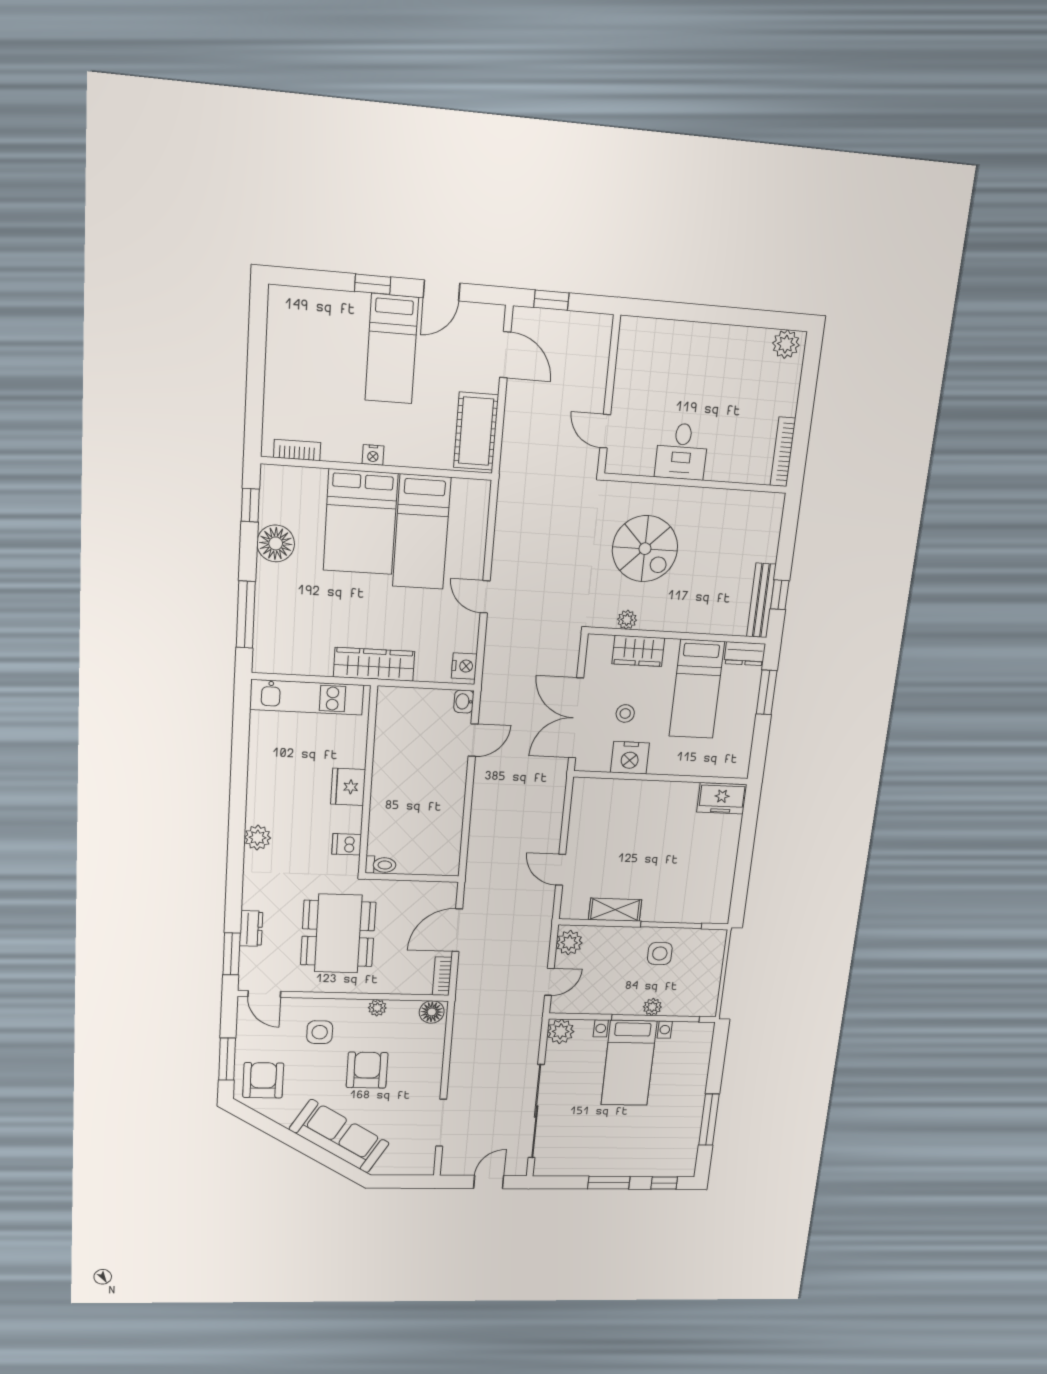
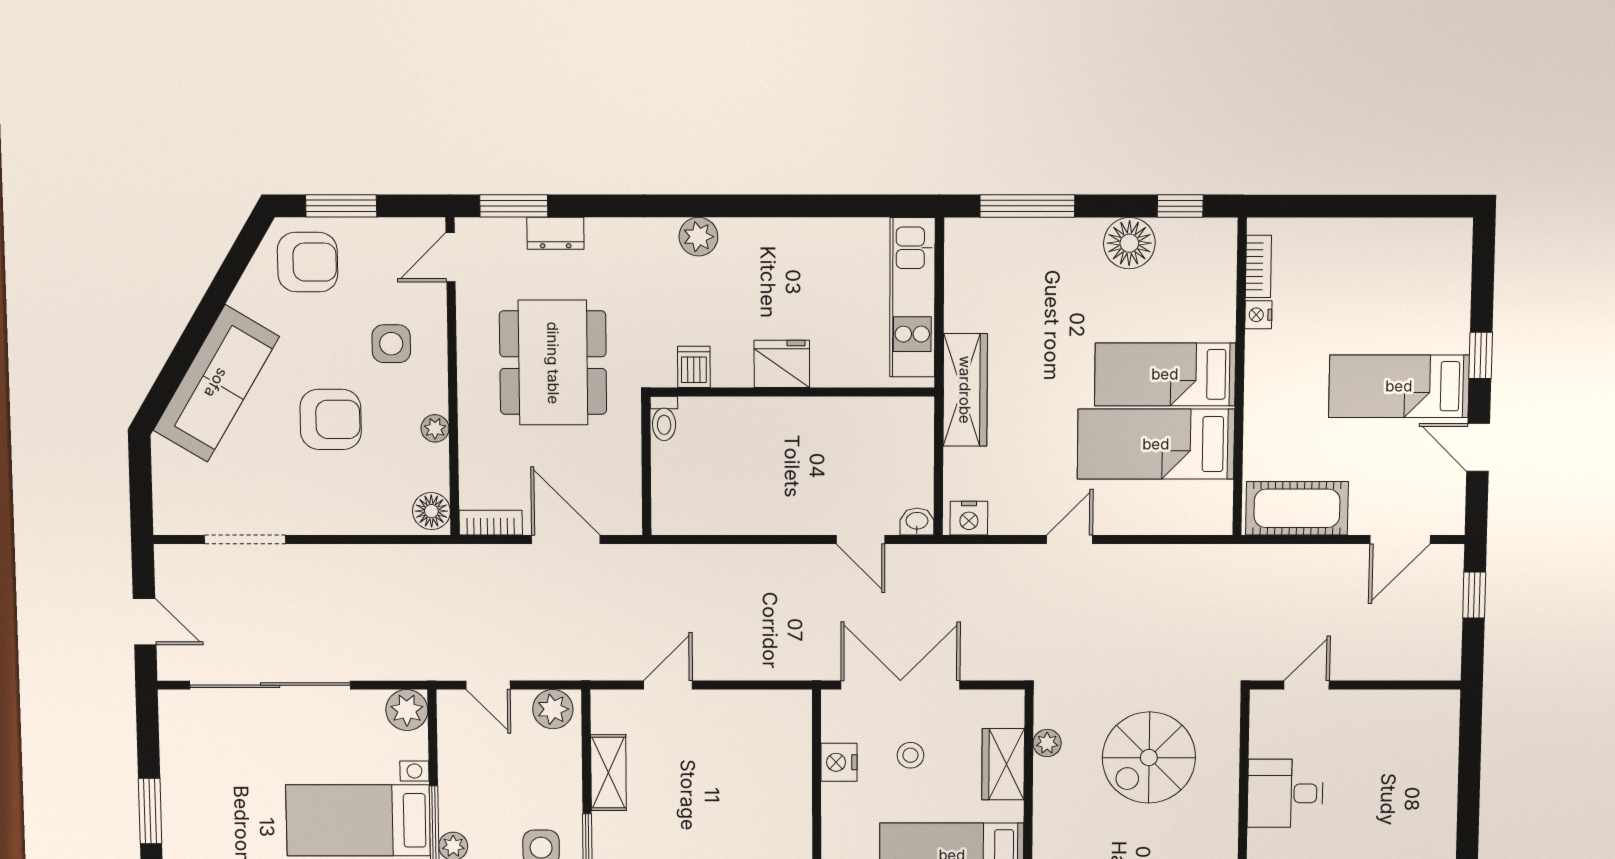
nightstand: (373, 455) -> (1258, 315), moved
bed: (361, 522) -> (1165, 374), width x0.67
nightstand: (630, 758) -> (839, 762), width x0.74, depth x0.75
dining table: (338, 934) -> (553, 363), turned 90

